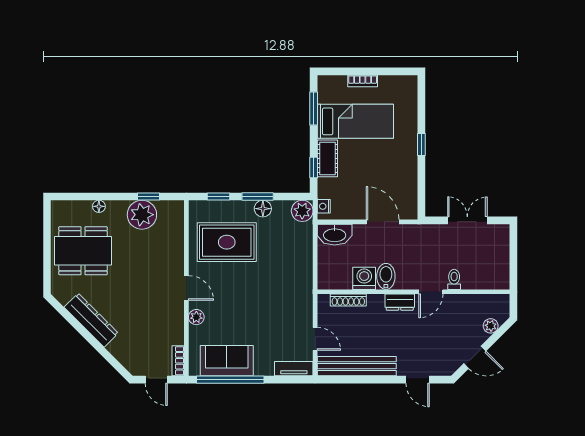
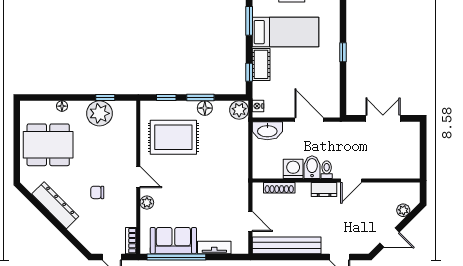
toilet: (454, 279) -> (327, 170), moved
chair: (139, 305) -> (97, 192), added
tv unit: (294, 369) -> (214, 247), moved

